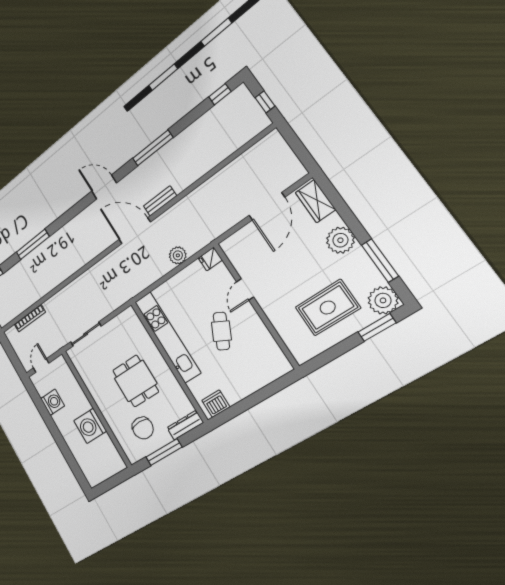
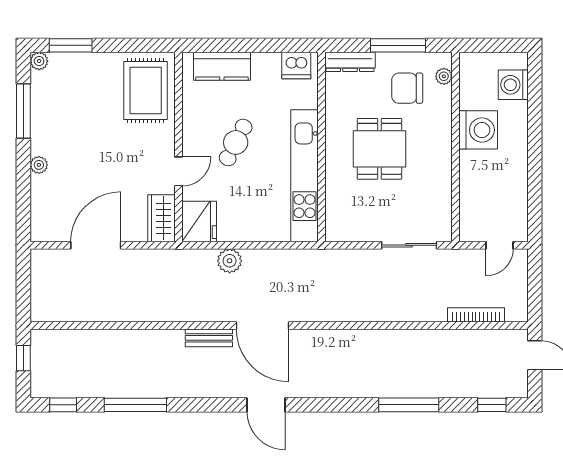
window: (153, 148) -> (135, 405), moved
wardrobe: (315, 201) -> (162, 218), moved, turned 180
plant: (340, 240) -> (39, 165), width x0.53, depth x0.53
fridge: (210, 259) -> (199, 221), width x1.88, depth x1.34
plant: (383, 300) -> (39, 61), width x0.53, depth x0.53
rug: (328, 308) -> (146, 90), moved, turned 90
kitchen counter: (262, 375) -> (222, 66), added
washing machine: (53, 402) -> (513, 85), moved
chair: (143, 428) -> (407, 88), turned -90
plant: (127, 448) -> (444, 76), added

